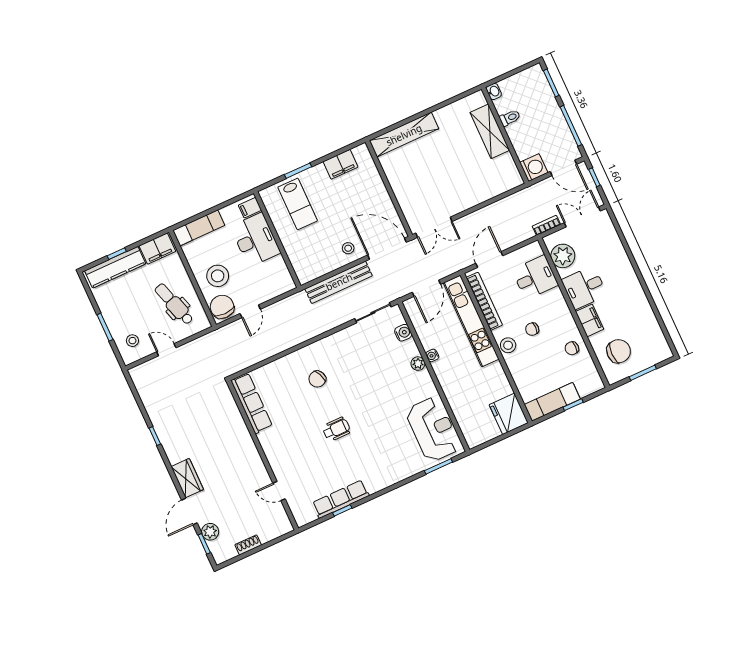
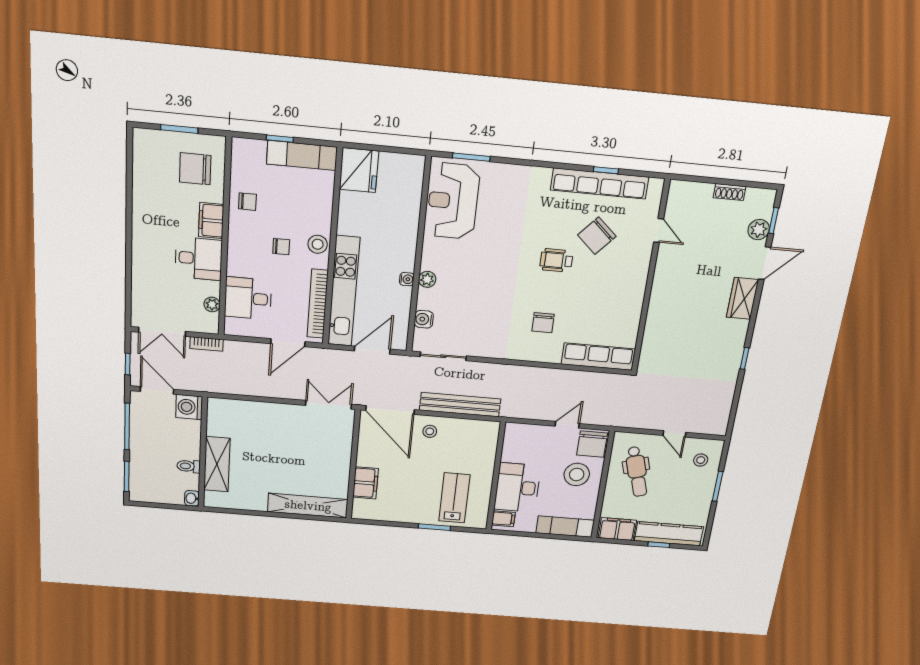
filing cabinet: (340, 164) -> (366, 483), moved, turned 90
plant: (563, 256) -> (212, 304), width x0.53, depth x0.53
chair: (317, 379) -> (543, 323), turned 114
row of seats: (252, 403) -> (598, 357), moved, turned 90
chair: (319, 463) -> (597, 236), added
row of seats: (341, 499) -> (600, 184), width x1.36

